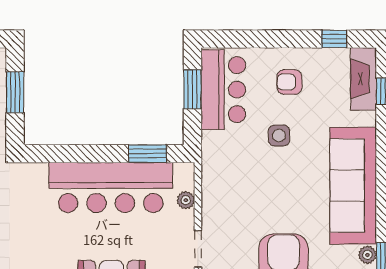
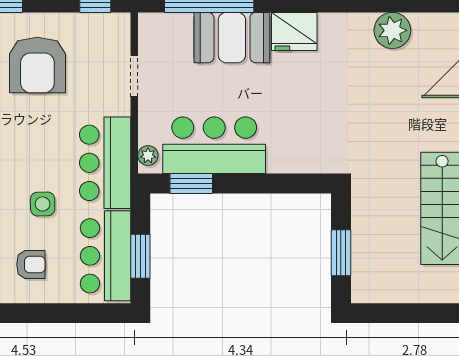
bar counter: (224, 172) -> (105, 163), added
bar counter: (111, 187) -> (214, 145), width x0.73
plant: (186, 200) -> (148, 156), moved

